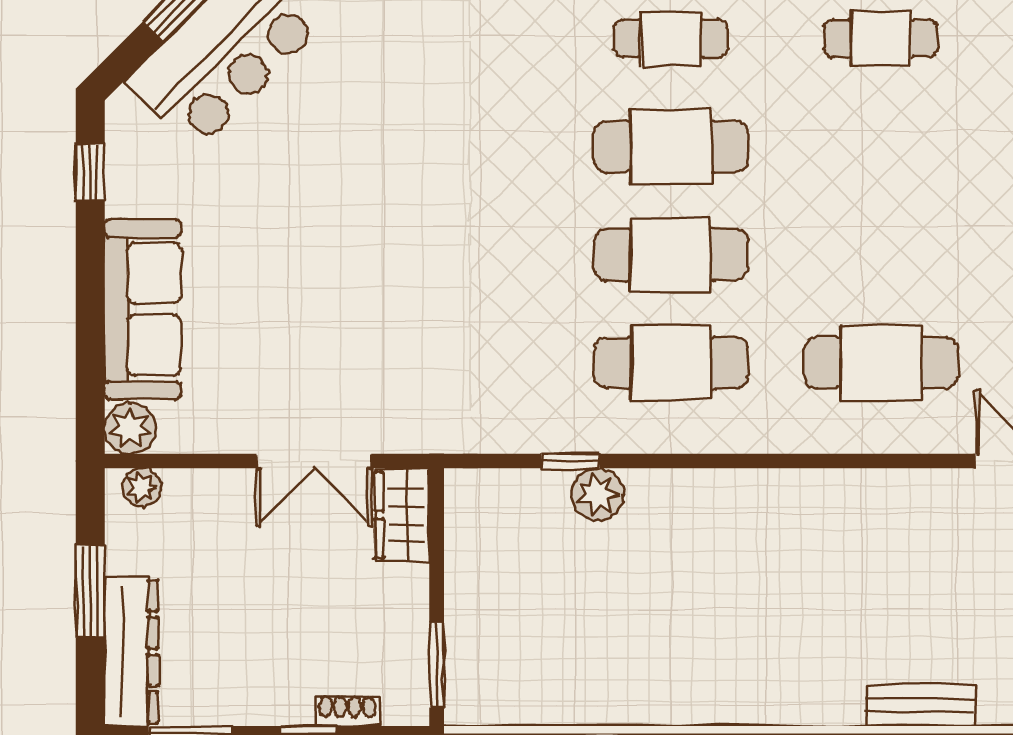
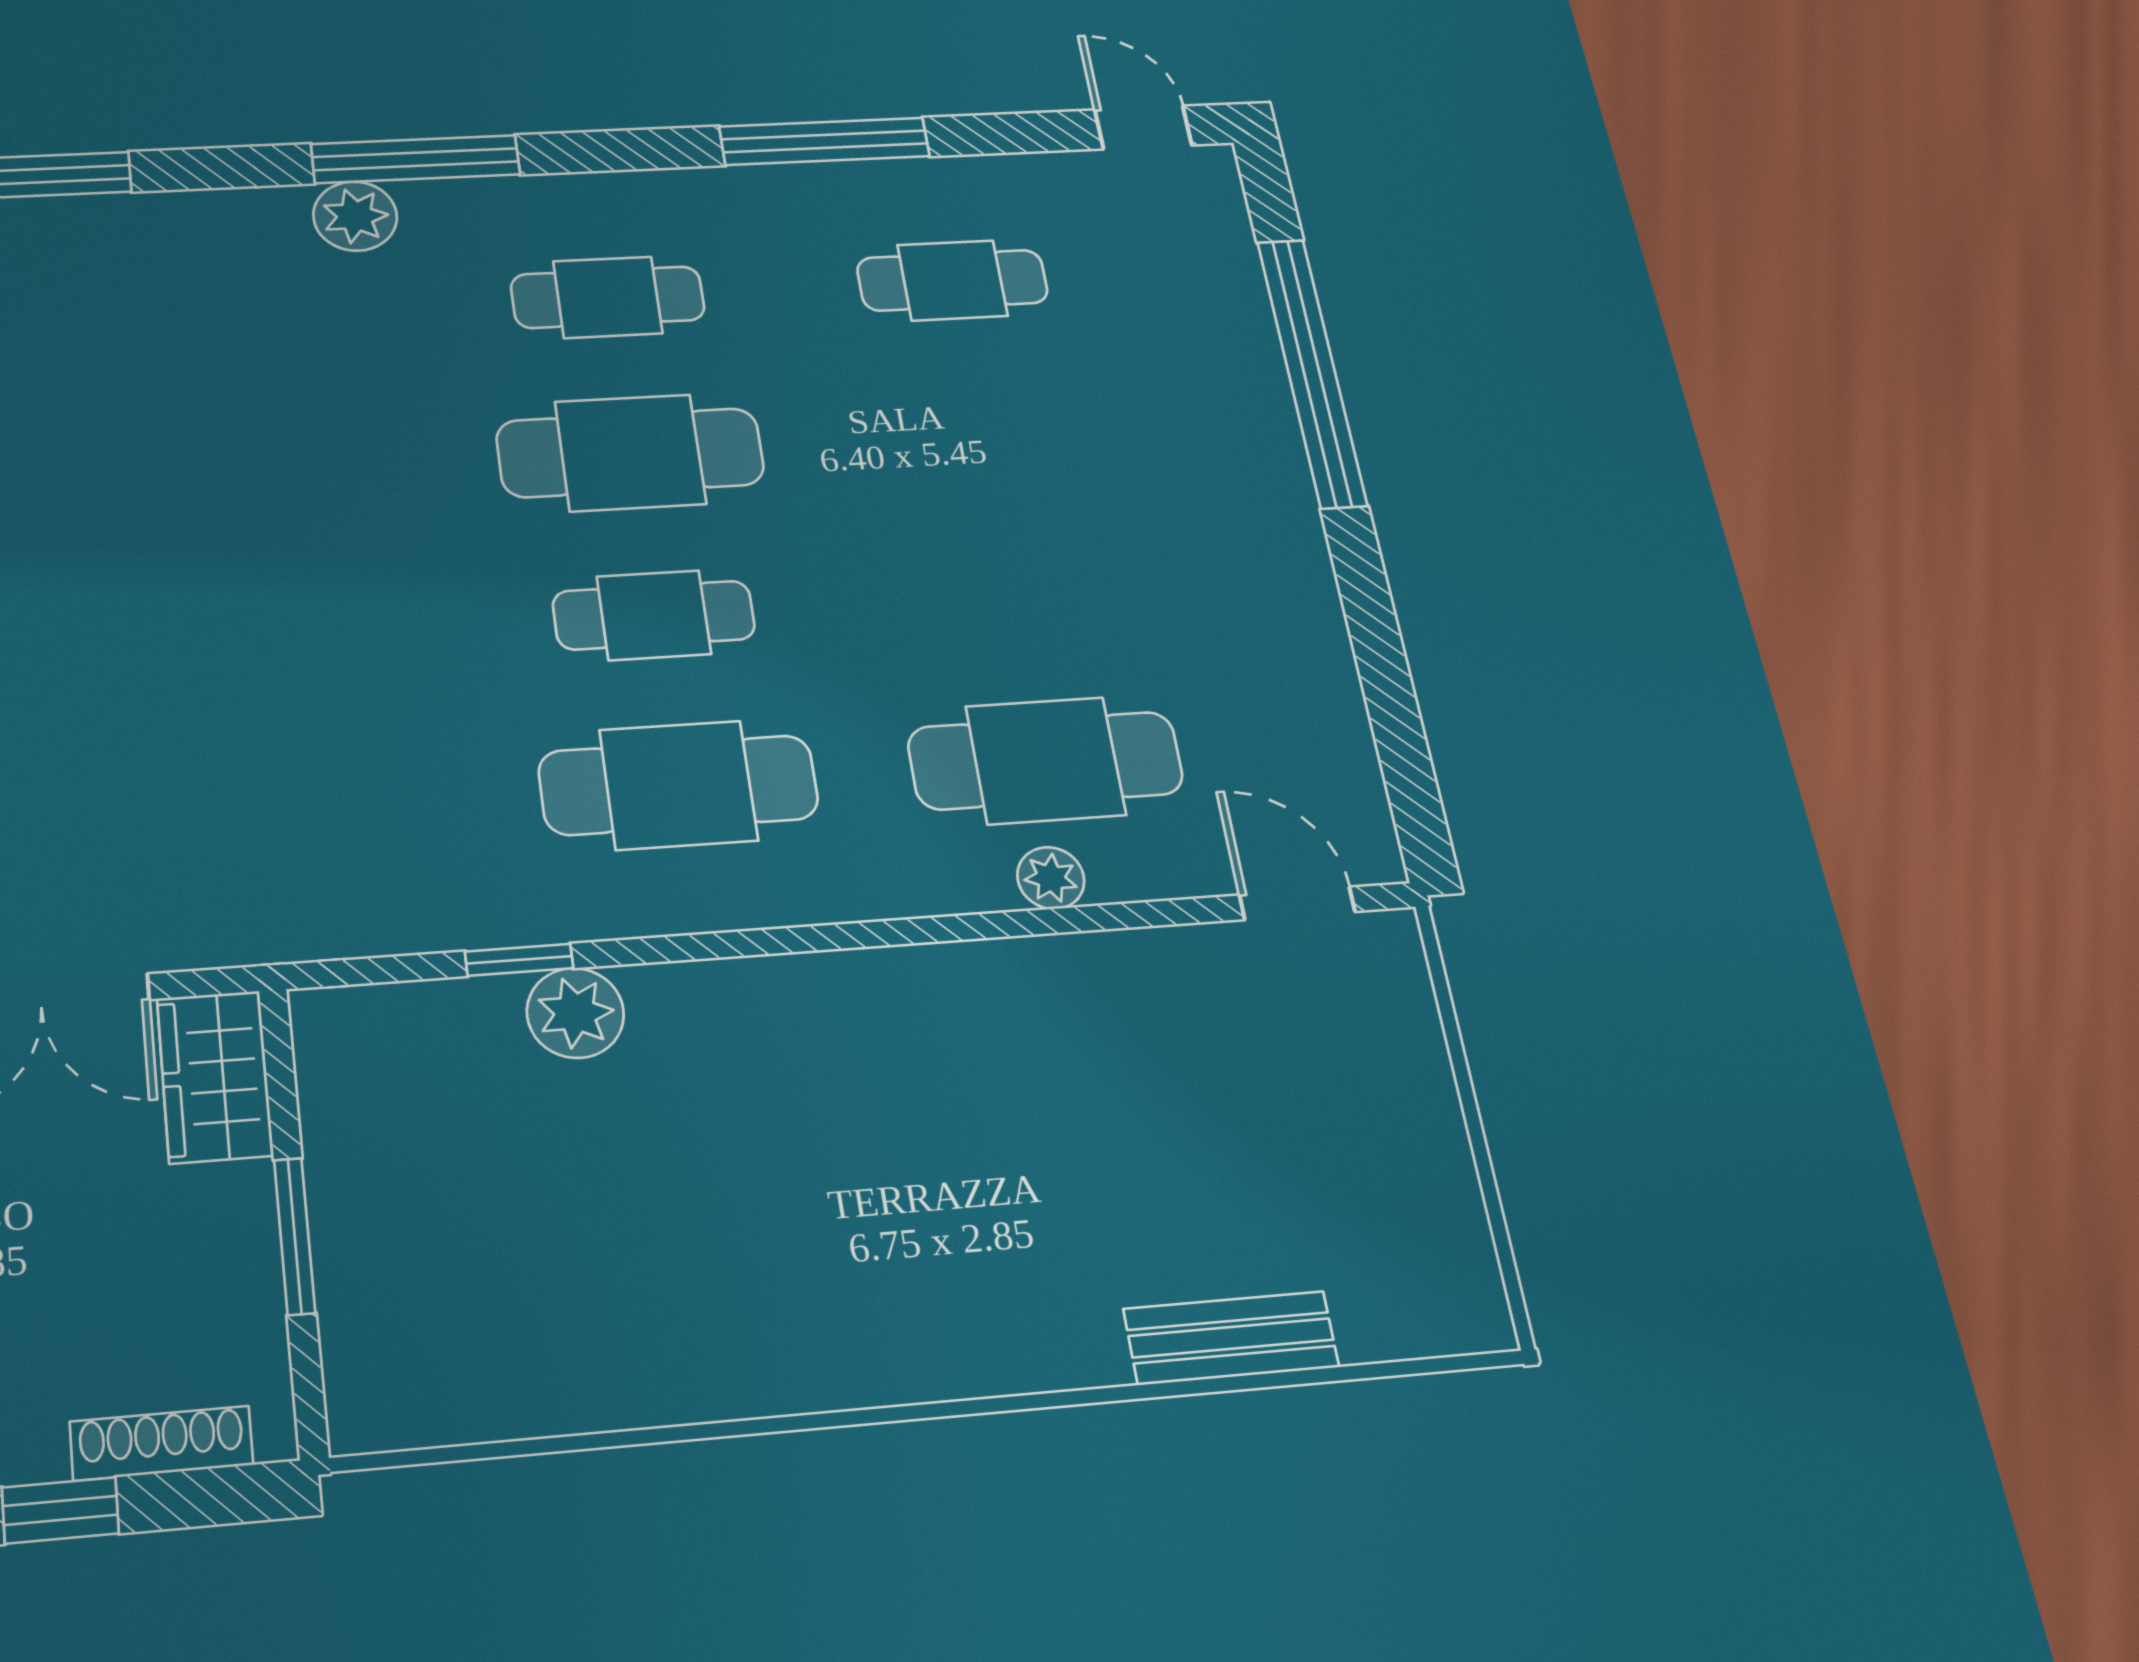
cafe table: (671, 255) -> (654, 615), width x0.73, depth x0.74
plant: (871, 435) -> (1051, 878), added
window: (437, 665) -> (295, 1236), moved
shoe rack: (347, 711) -> (161, 1443), width x1.43

